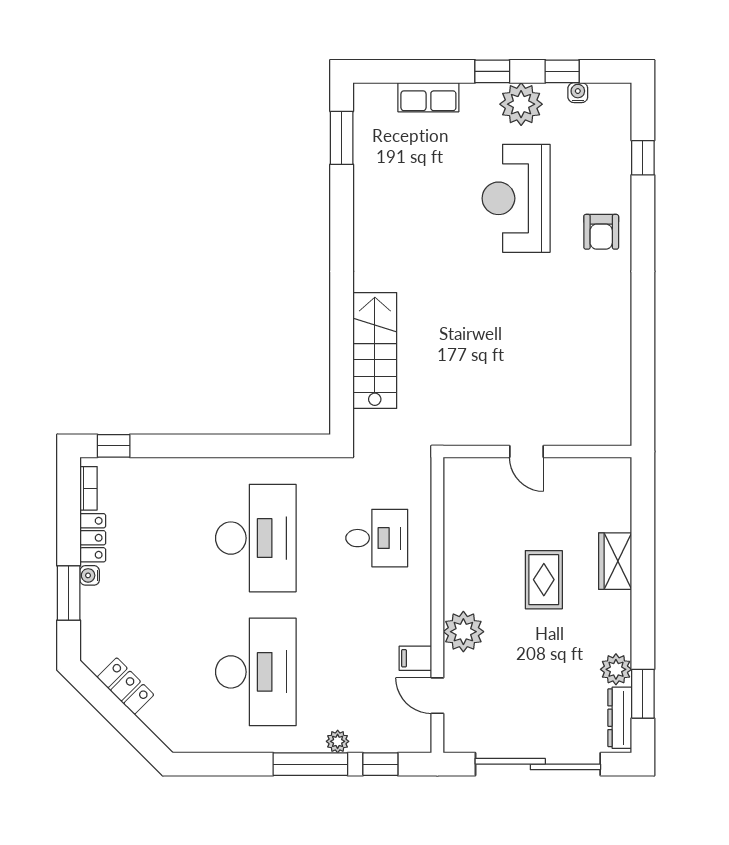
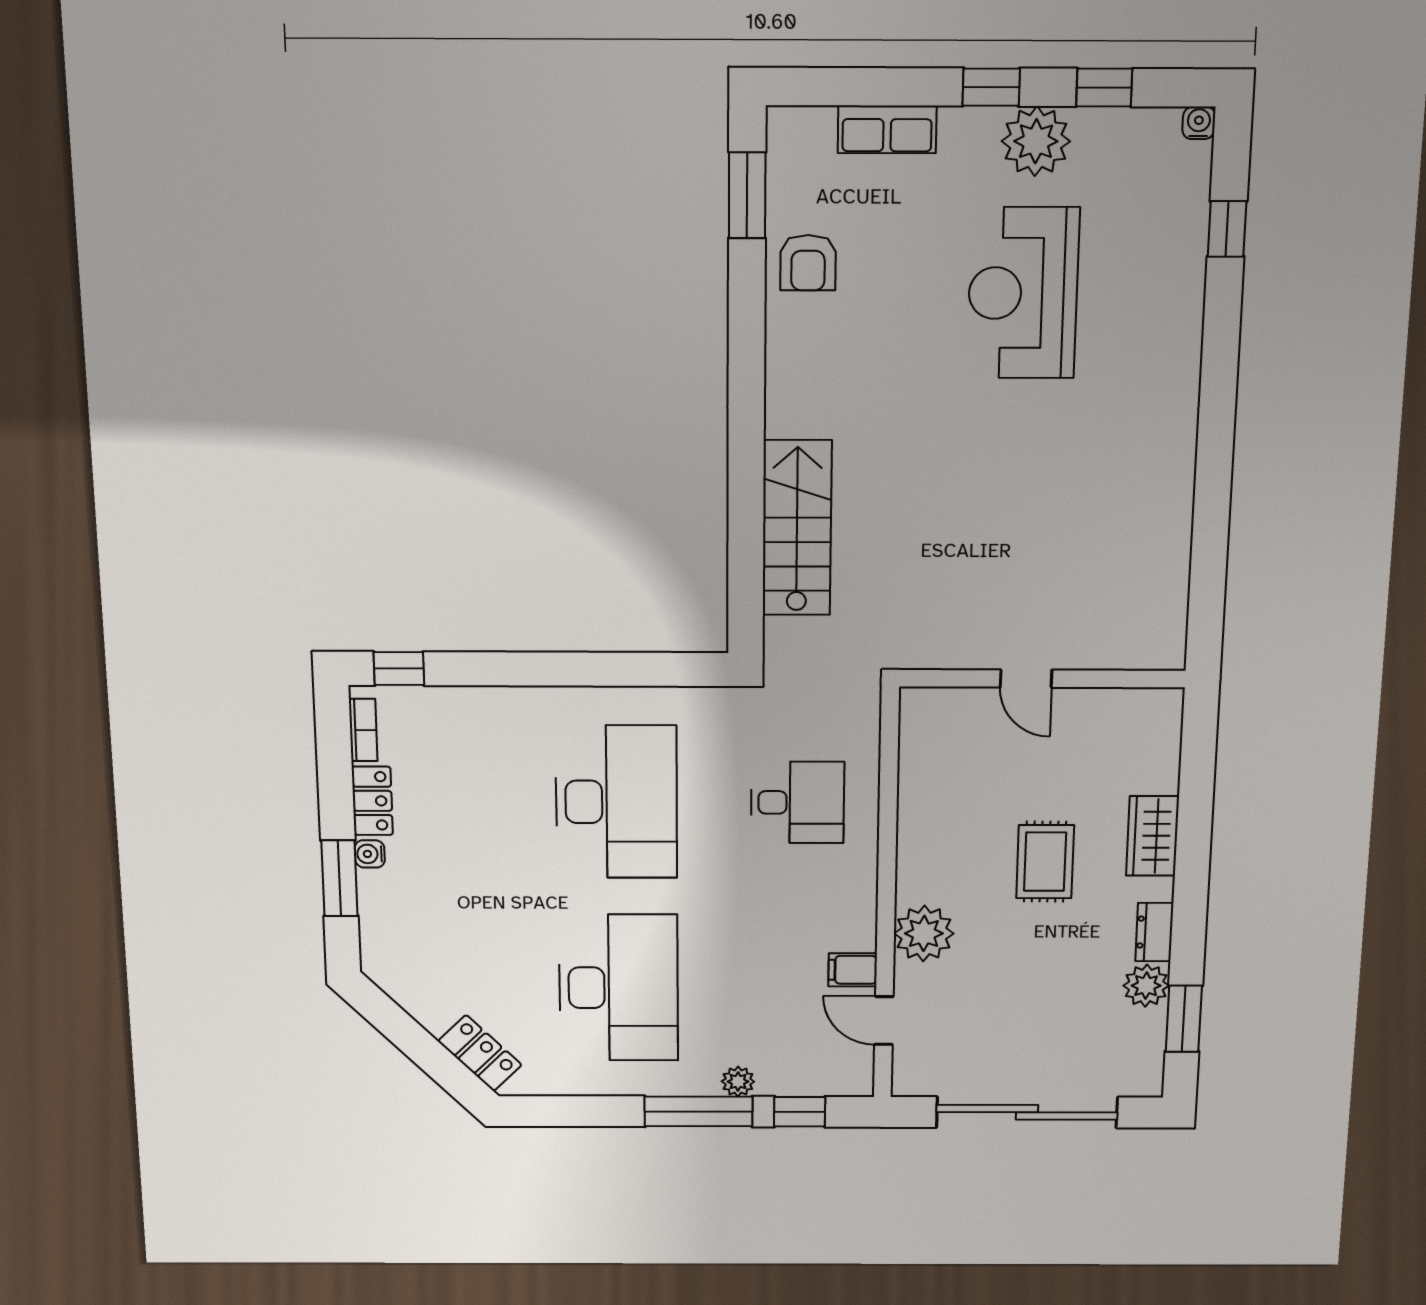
water cooler: (578, 93) -> (1199, 123), moved
armchair: (601, 232) -> (808, 263), moved
locker: (125, 686) -> (480, 1053), moved
dresser: (620, 718) -> (1154, 932), moved, width x0.70

